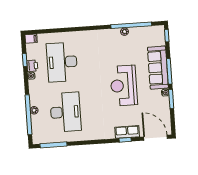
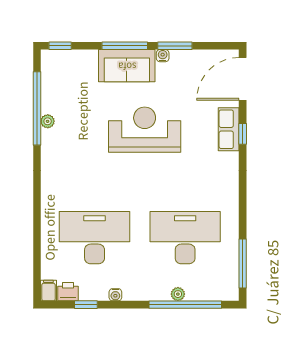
desk: (62, 62) -> (95, 238), turned 180
printer: (32, 66) -> (68, 292), moved
sofa: (158, 68) -> (127, 66), width x0.73
reception desk: (124, 86) -> (145, 130), turned 180

